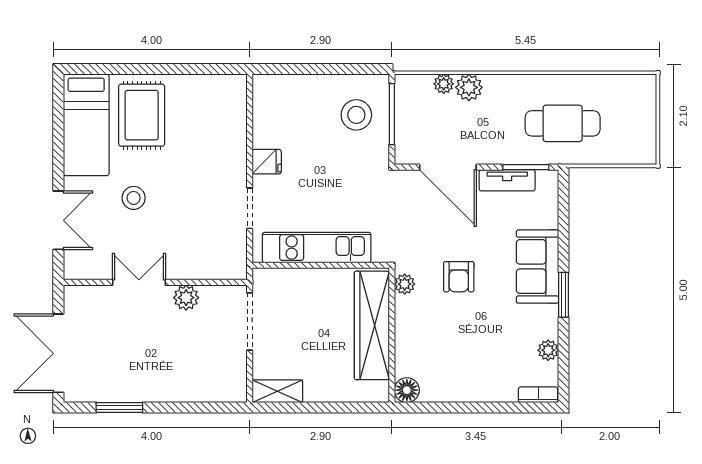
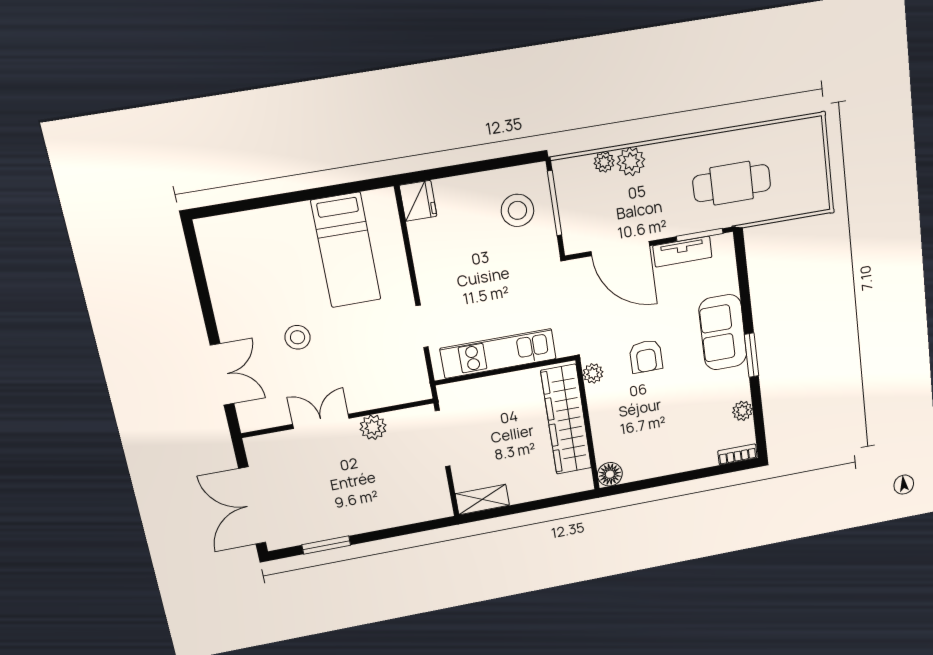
rug: (142, 115) -> (288, 249), removed
bed: (86, 125) -> (346, 250), moved
fridge: (267, 162) -> (418, 201), moved, width x1.38

